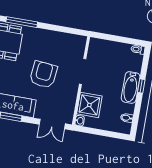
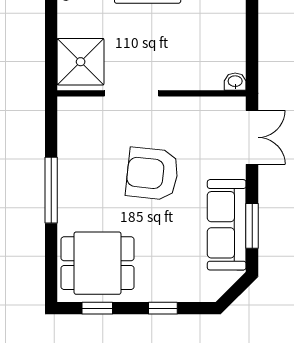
window: (22, 22) -> (51, 190), moved
shower: (89, 105) -> (81, 62), moved

